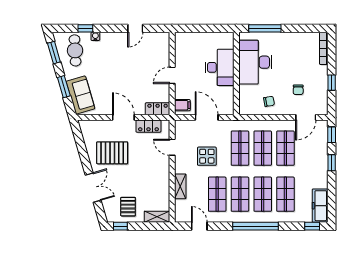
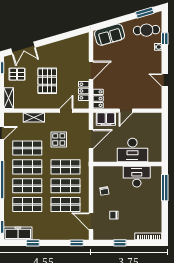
desk: (255, 62) -> (137, 177), width x0.73, depth x0.77
door: (172, 75) -> (126, 111), swing flipped
window: (64, 87) -> (117, 21), removed
filing cabinet: (182, 105) -> (106, 119), width x2.00
pallet: (112, 153) -> (47, 81), moved
window: (332, 163) -> (33, 243), moved
double door: (93, 188) -> (23, 48), moved

